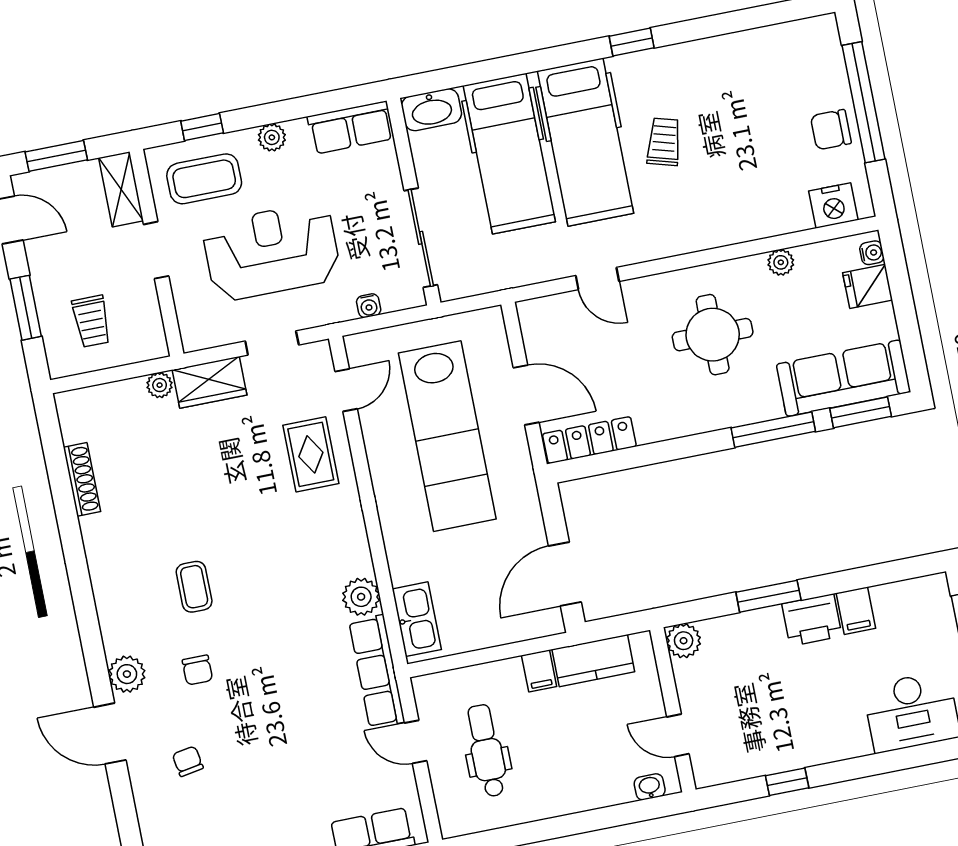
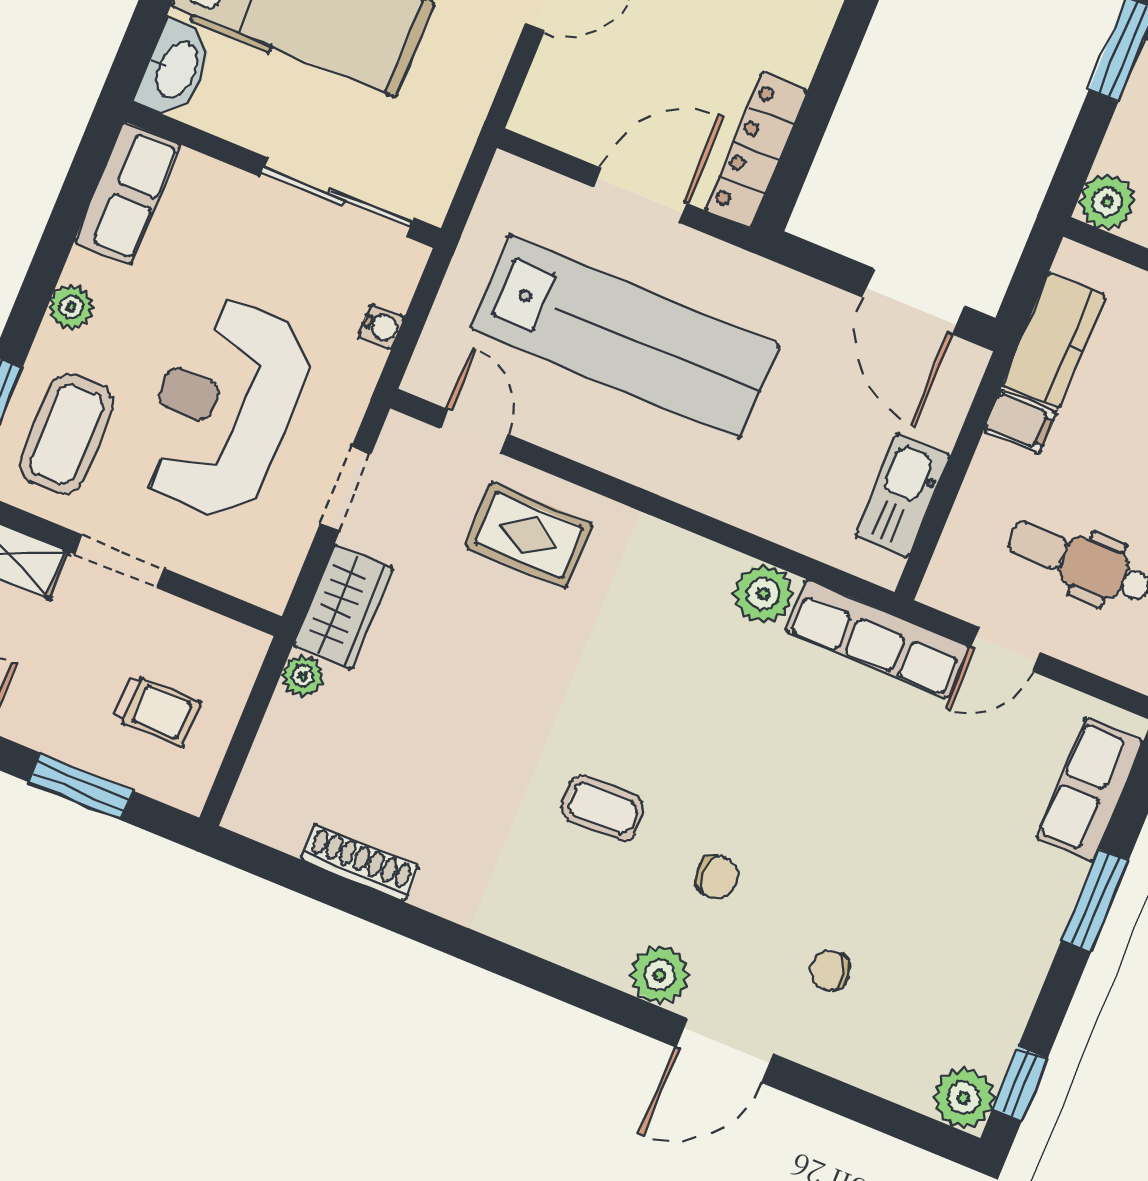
kitchen sink: (417, 619) -> (903, 495), moved, turned -90

